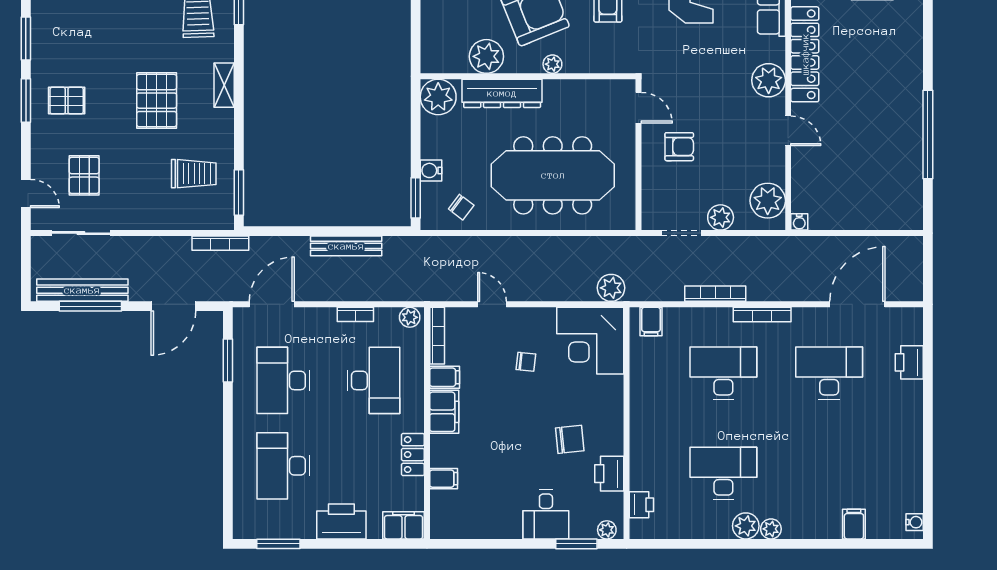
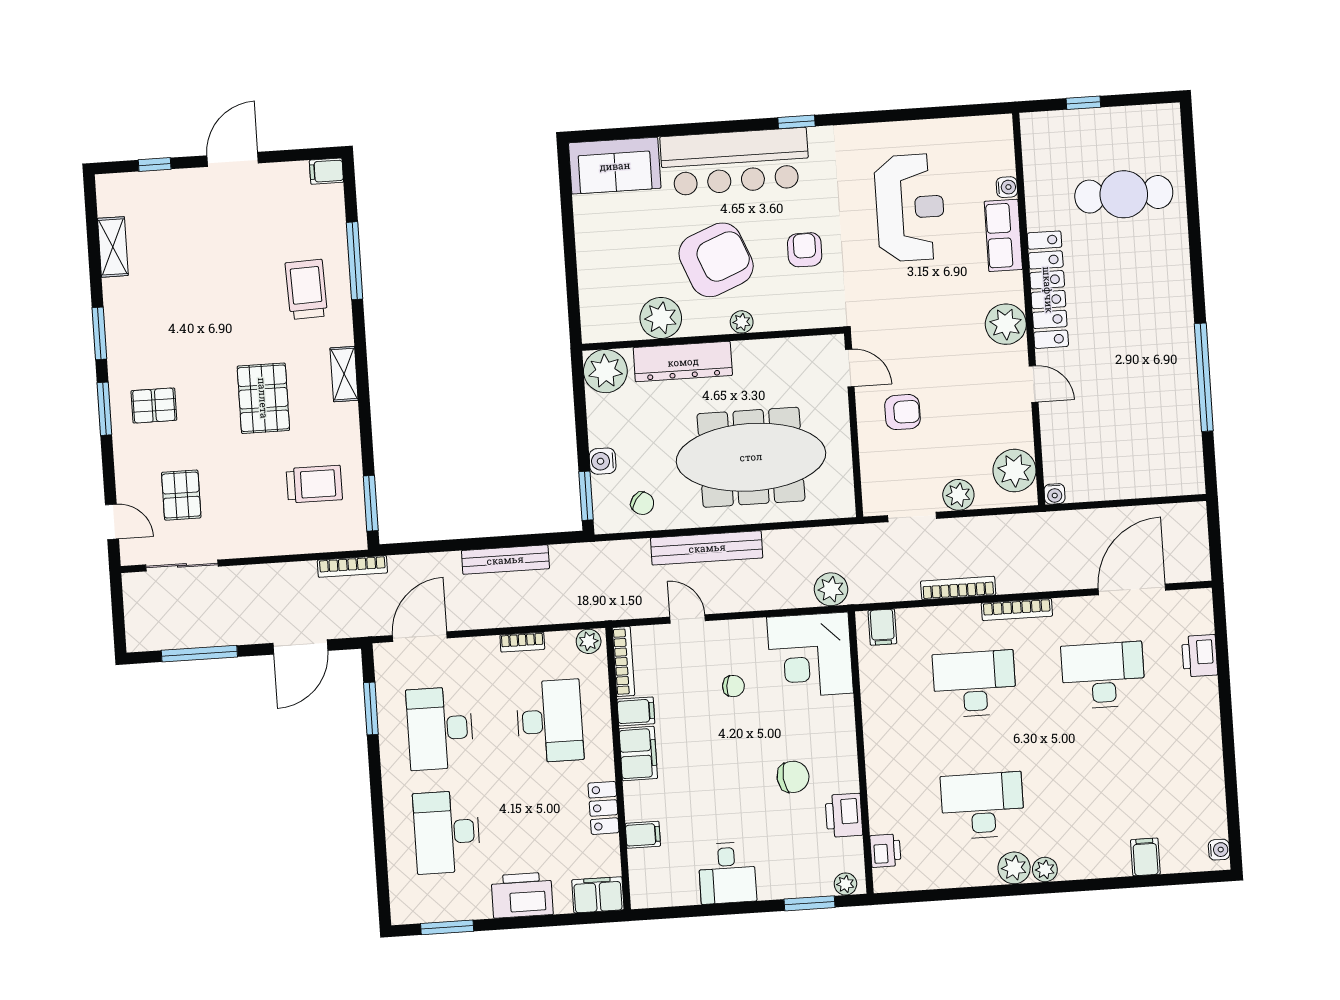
bench: (82, 290) -> (707, 548), moved
desk: (546, 515) -> (727, 873), moved

